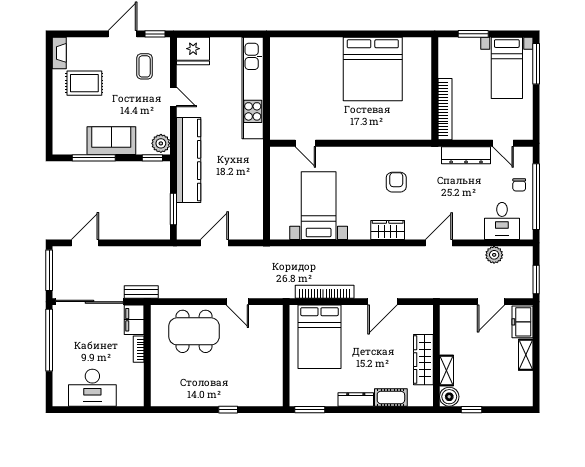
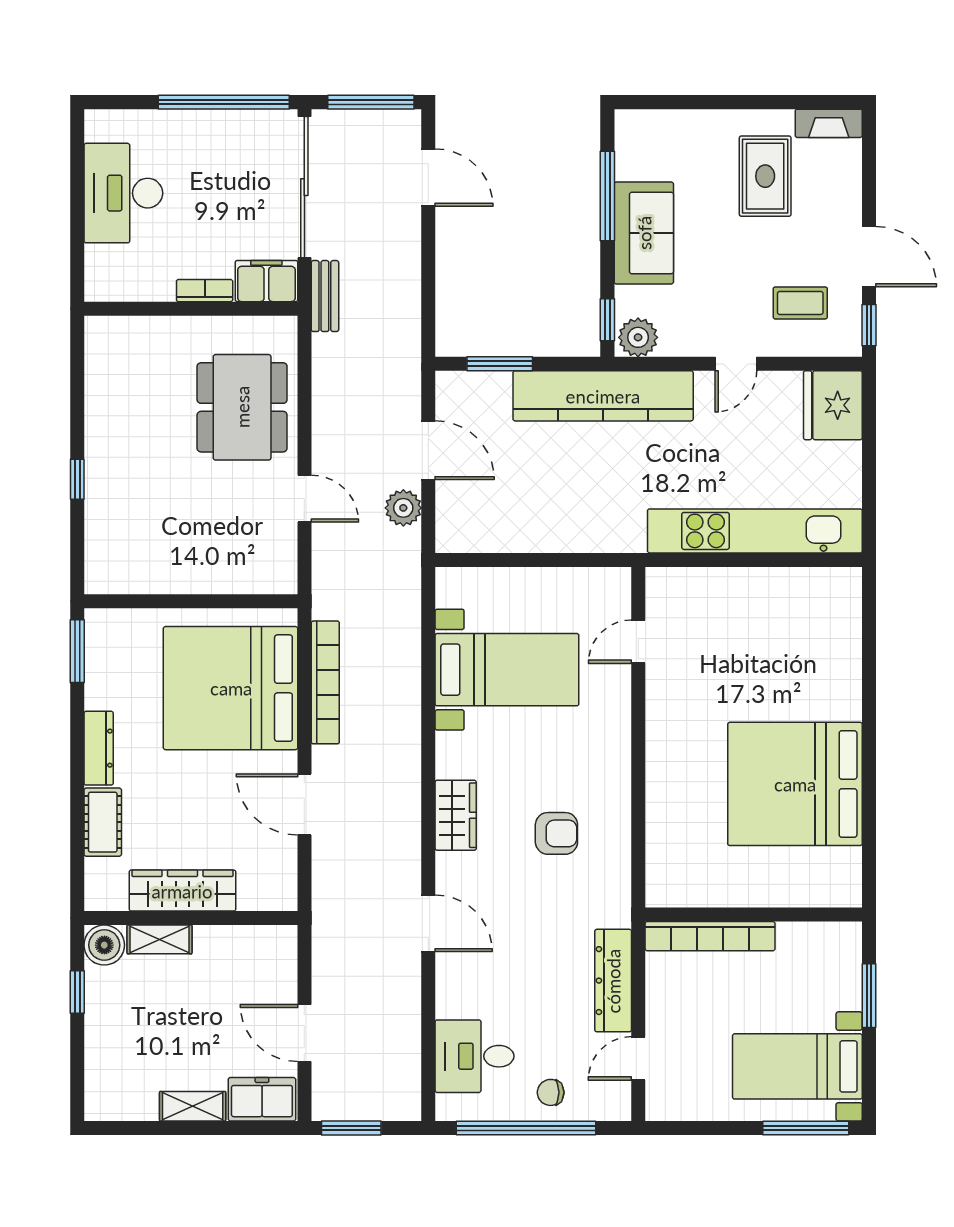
plant: (494, 255) -> (403, 508), moved
door: (237, 302) -> (304, 499), swing flipped
bed: (319, 337) -> (231, 688), width x1.36

